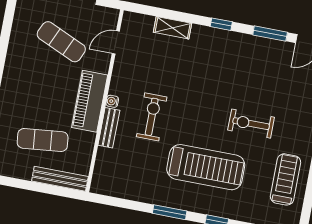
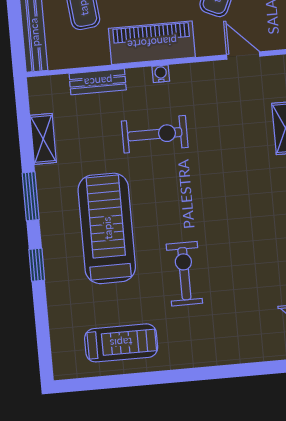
bench: (109, 128) -> (98, 82), moved
treadmill: (206, 167) -> (107, 228), turned 180
shelving: (133, 193) -> (43, 139), added

